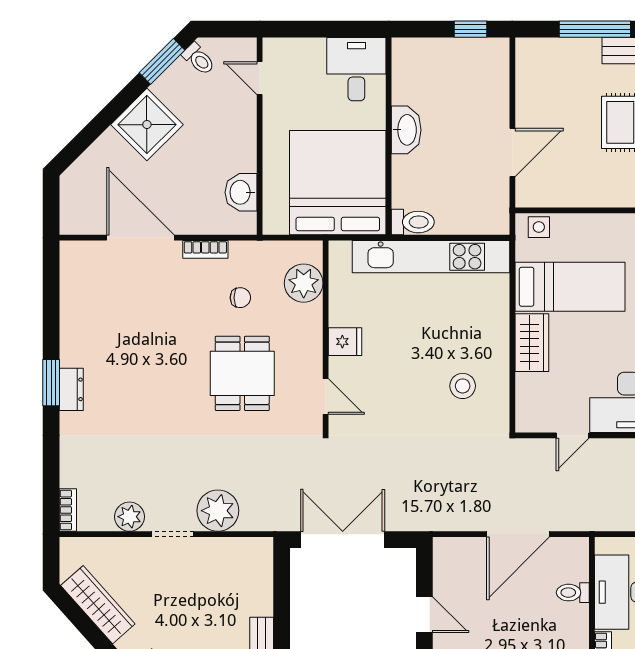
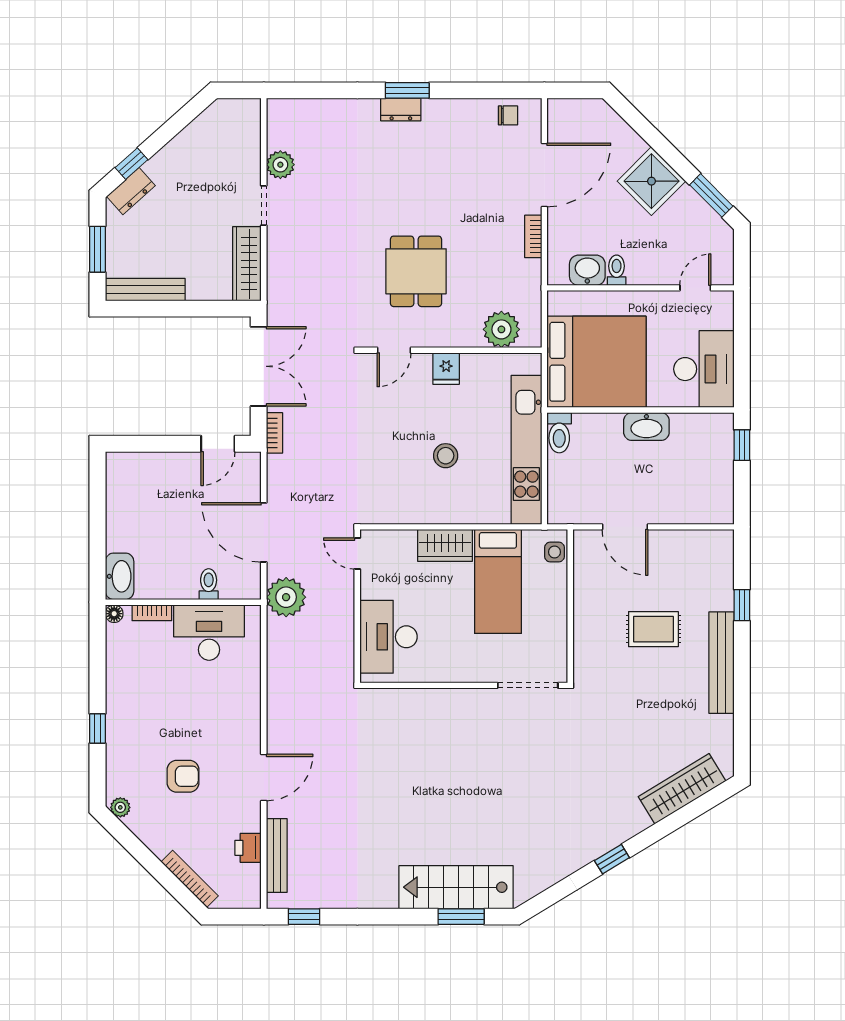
window: (470, 29) -> (742, 445), moved
window: (595, 29) -> (742, 605), width x0.46
toilet: (199, 59) -> (617, 270), moved, turned 135
desk: (356, 69) -> (704, 369), width x1.37
chair: (240, 298) -> (508, 115), moved, turned -90
dining table: (242, 373) -> (416, 271), turned 90
stool: (463, 386) -> (446, 456), moved
door: (573, 435) -> (357, 553), moved
bookcase: (68, 510) -> (274, 433), moved, turned -90
plant: (218, 511) -> (286, 597), moved
wardrobe: (98, 605) -> (247, 264), moved, turned 132
door: (424, 615) -> (218, 444), moved

